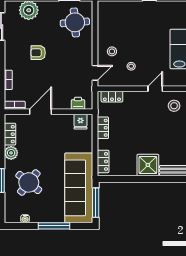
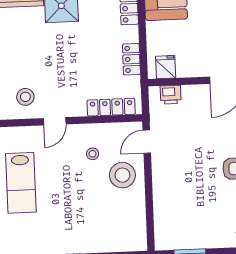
round table: (75, 22) -> (180, 217), removed
stool: (112, 51) -> (122, 175), width x1.89, depth x1.89
locker: (112, 97) -> (111, 107), width x1.53

